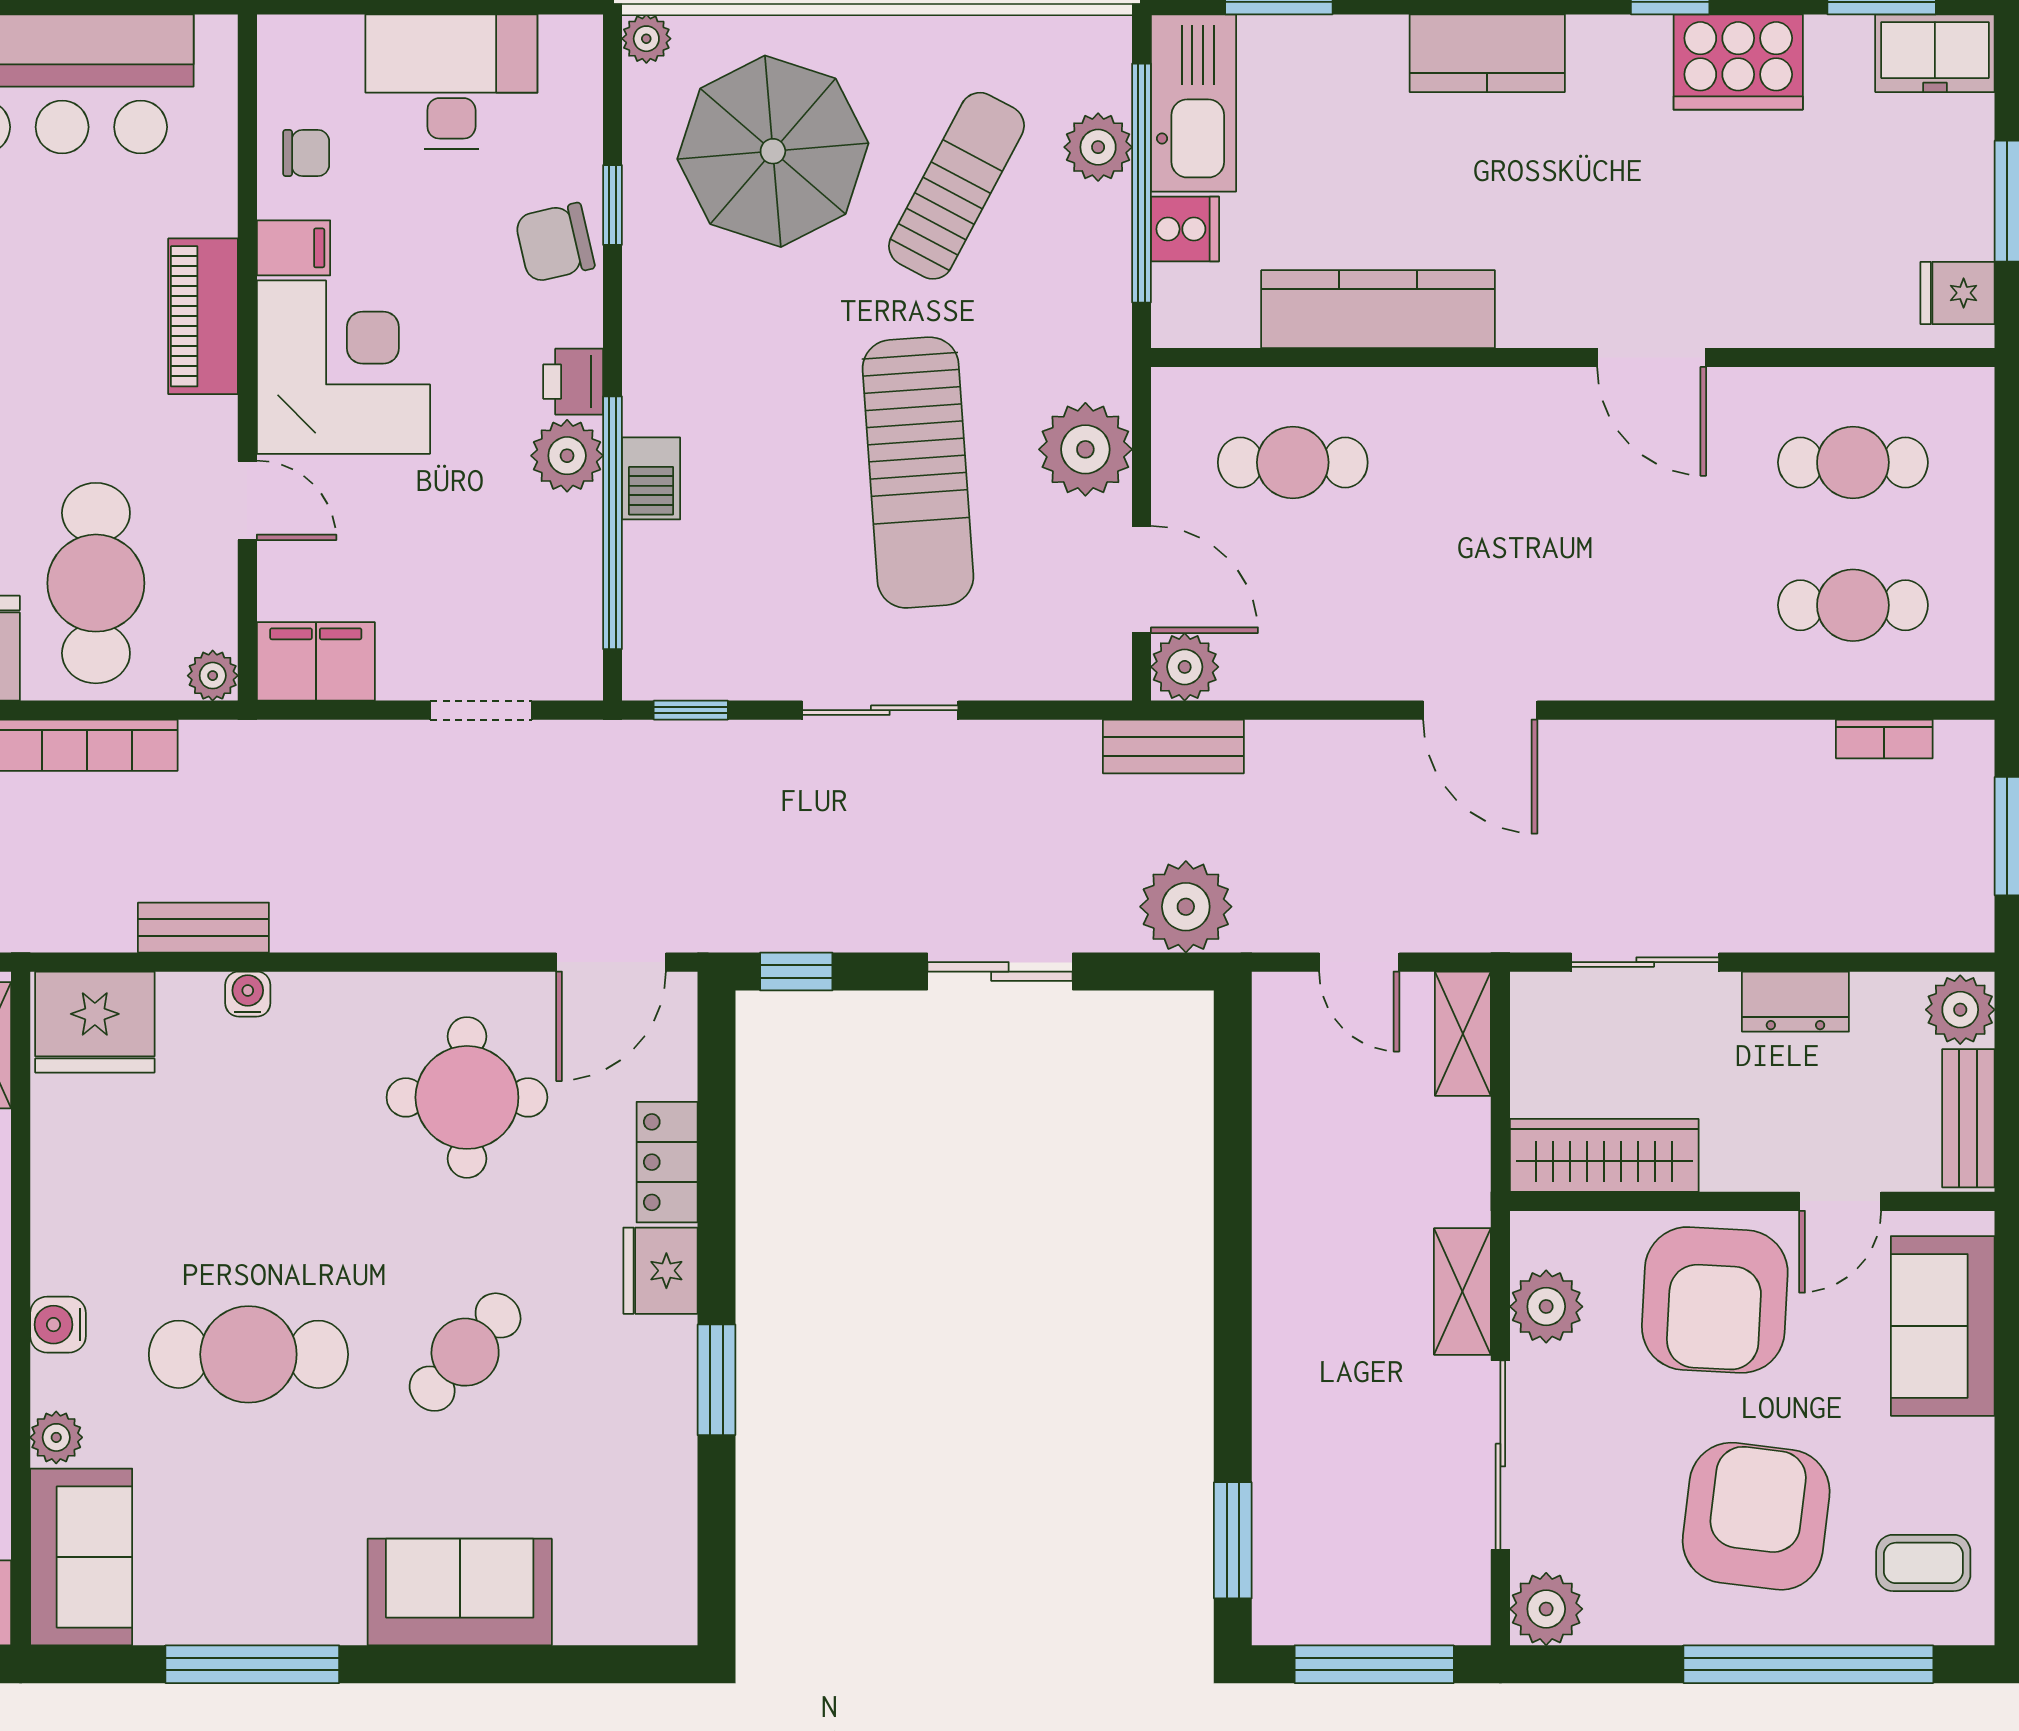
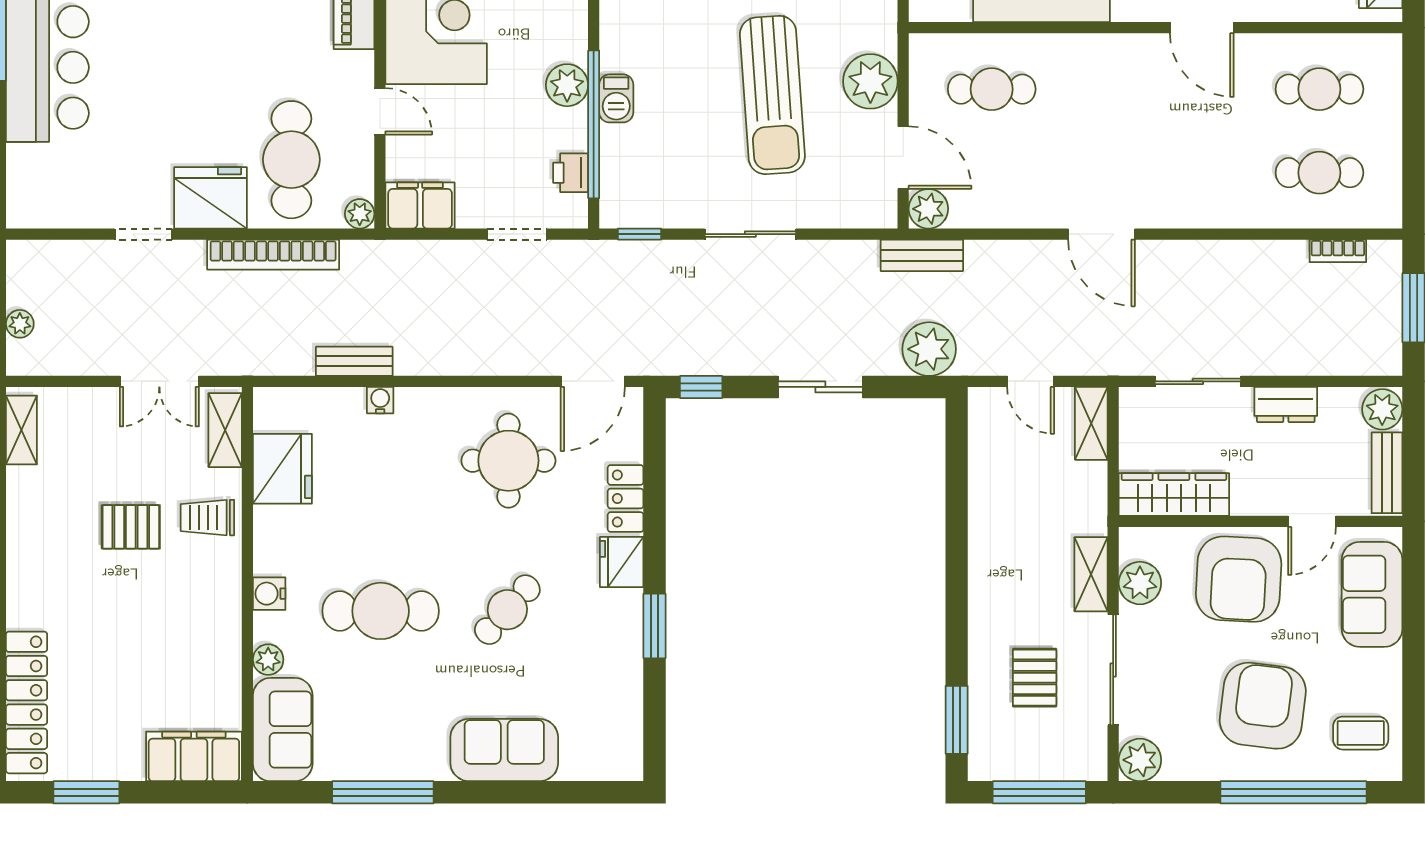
printer: (573, 382) -> (571, 173), moved
fridge: (95, 1022) -> (282, 469), moved, turned -90
pallet: (1366, 1468) -> (1035, 678), added

